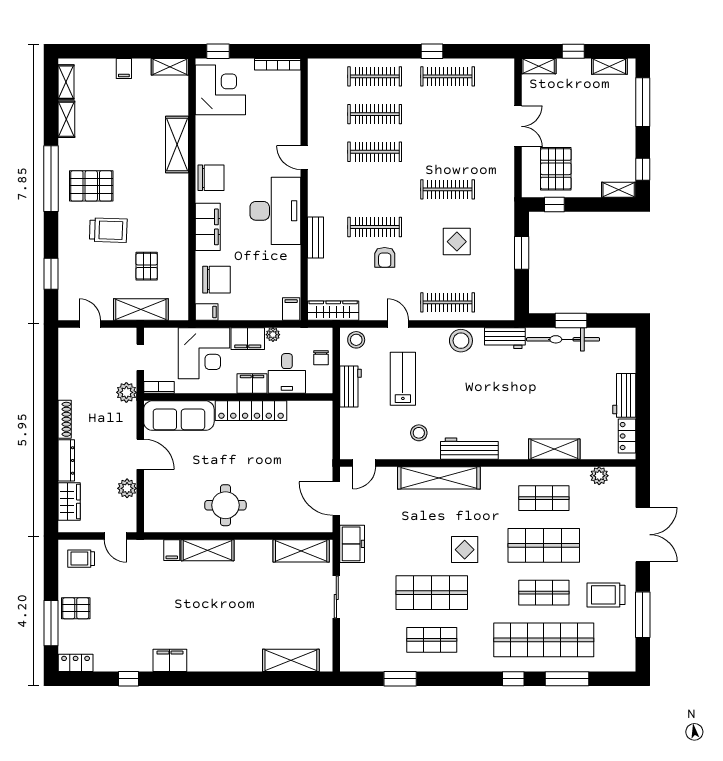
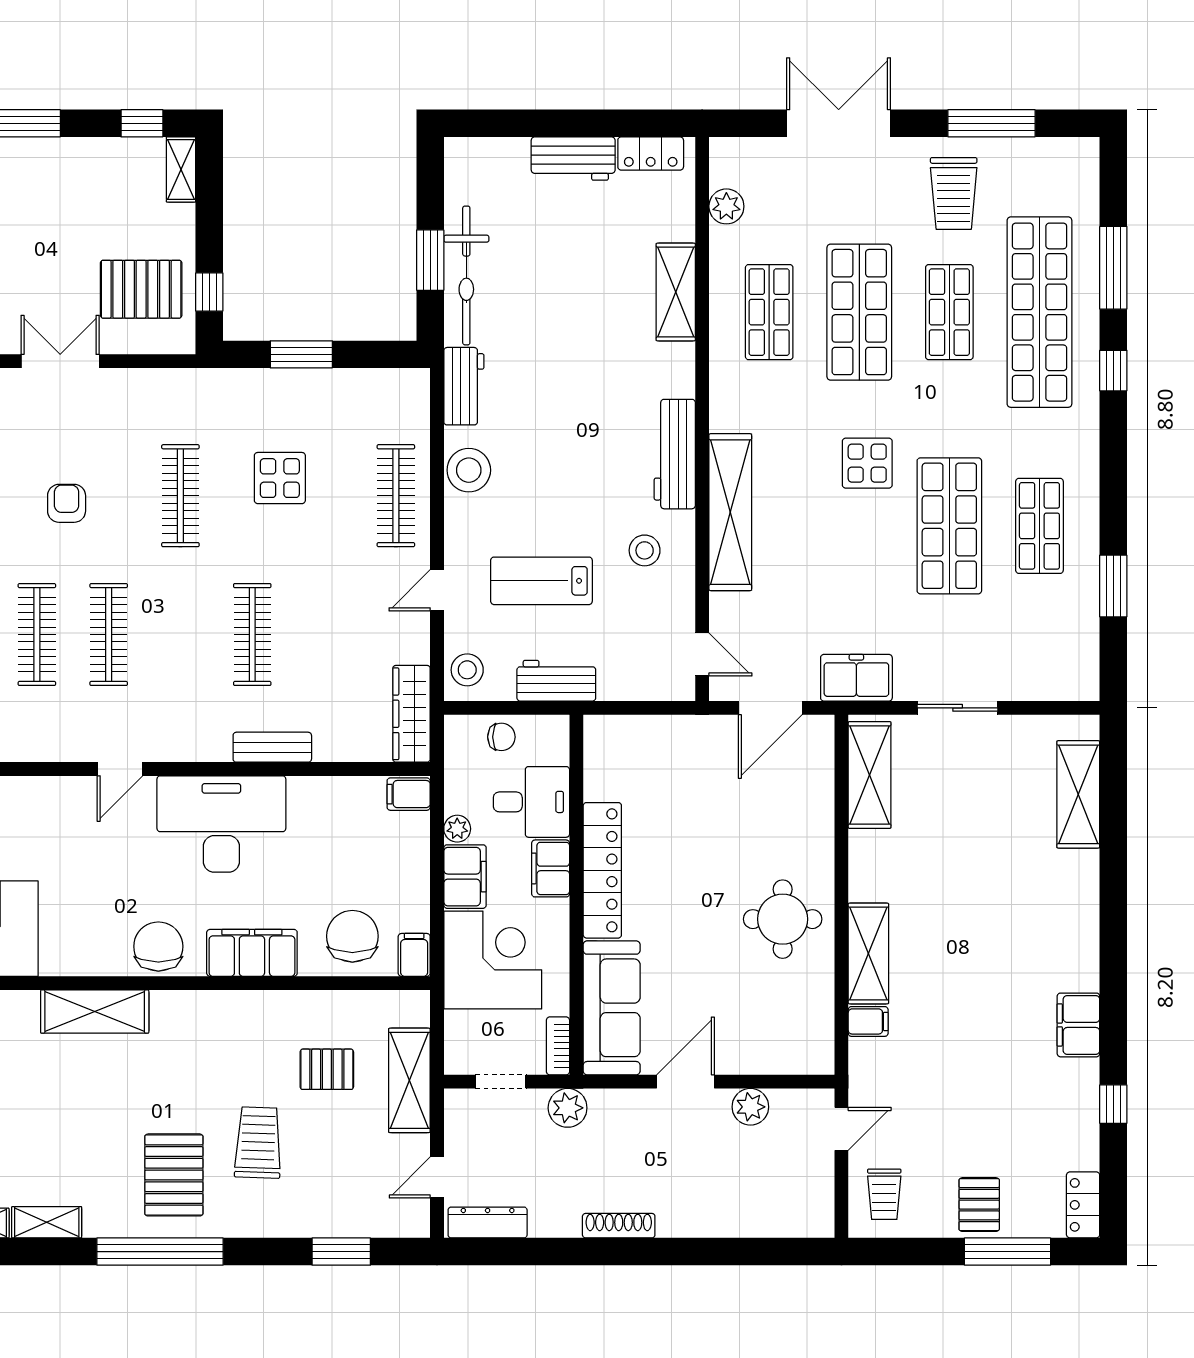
armchair: (385, 257) -> (67, 503), moved, turned -90
dresser: (66, 460) -> (488, 1223), moved
wardrobe: (69, 502) -> (776, 1217), removed

